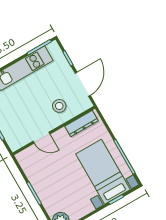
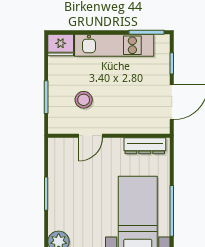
stool: (59, 106) -> (84, 100), moved
door: (41, 138) -> (90, 136), hinge flipped

